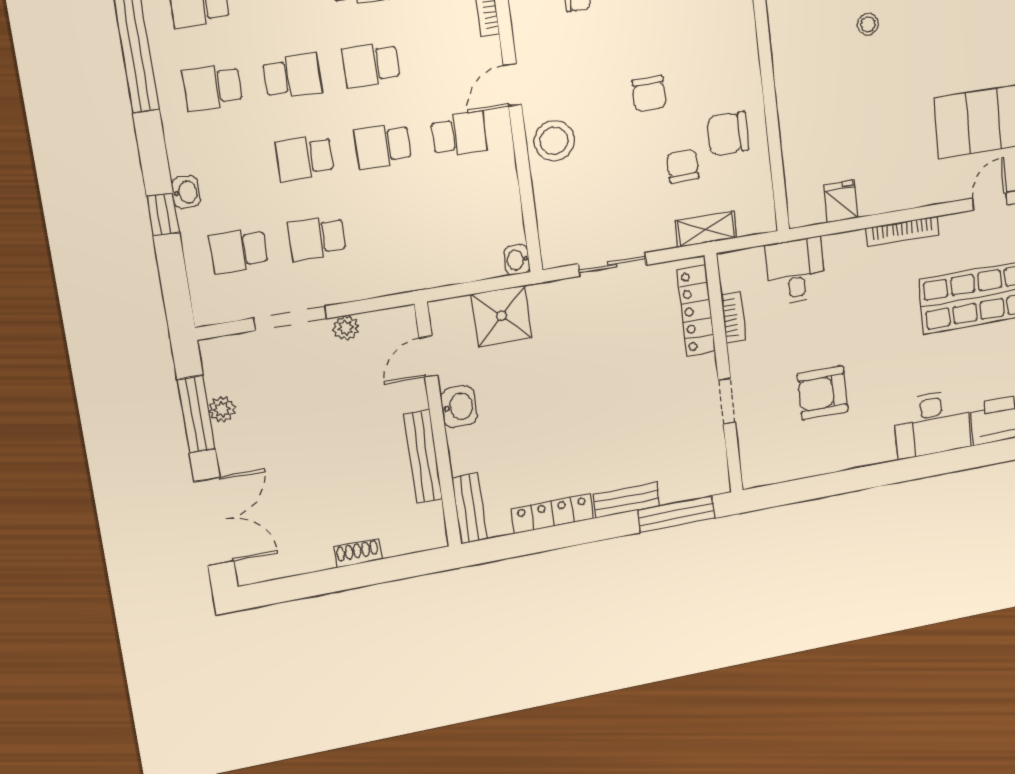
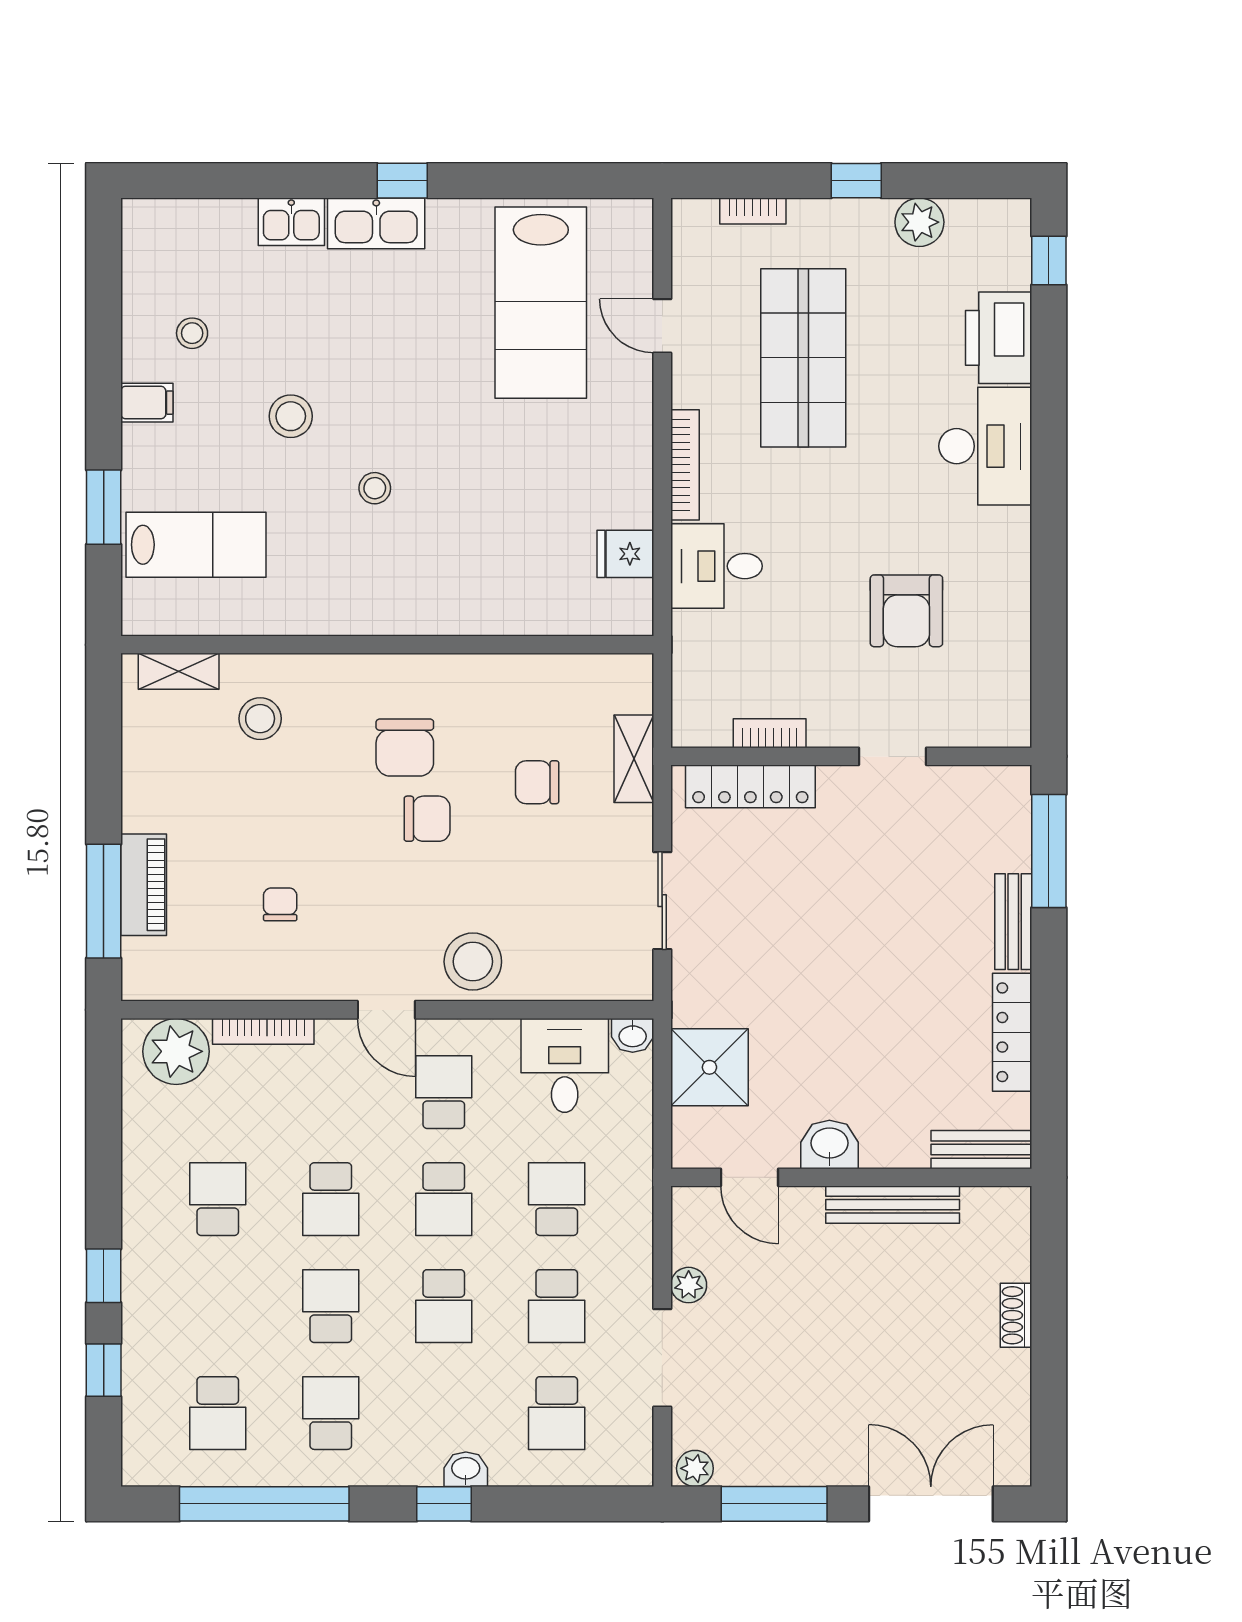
school desk: (212, 88) -> (331, 1413), turned 180
chair: (728, 134) -> (405, 748), moved
window: (163, 214) -> (444, 1504), moved
desk: (490, 216) -> (565, 1065), added
school desk: (394, 226) -> (557, 1199), added
desk: (795, 271) -> (716, 566), moved
plant: (222, 409) -> (695, 1468), moved

